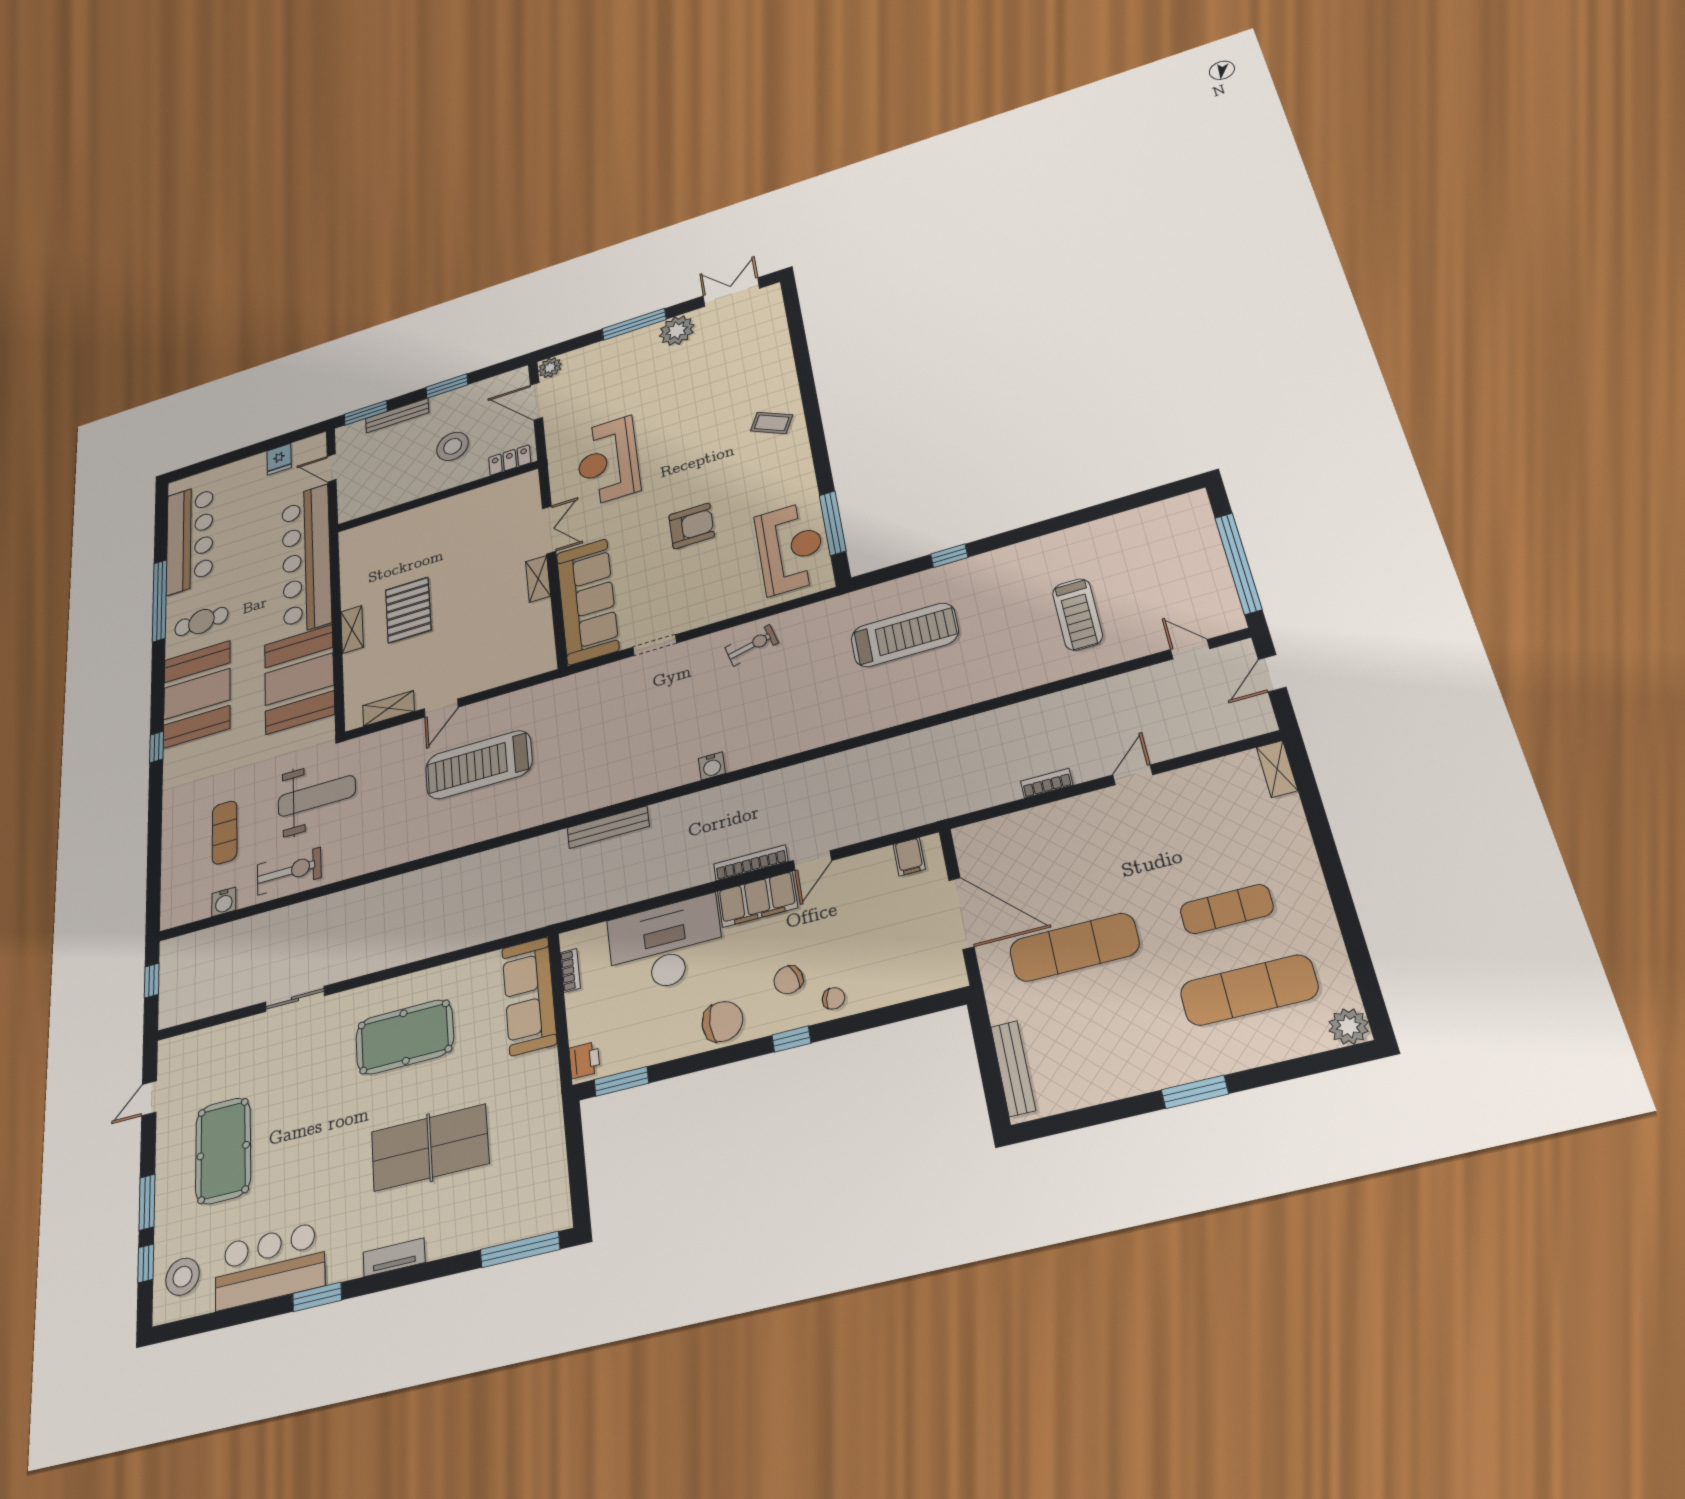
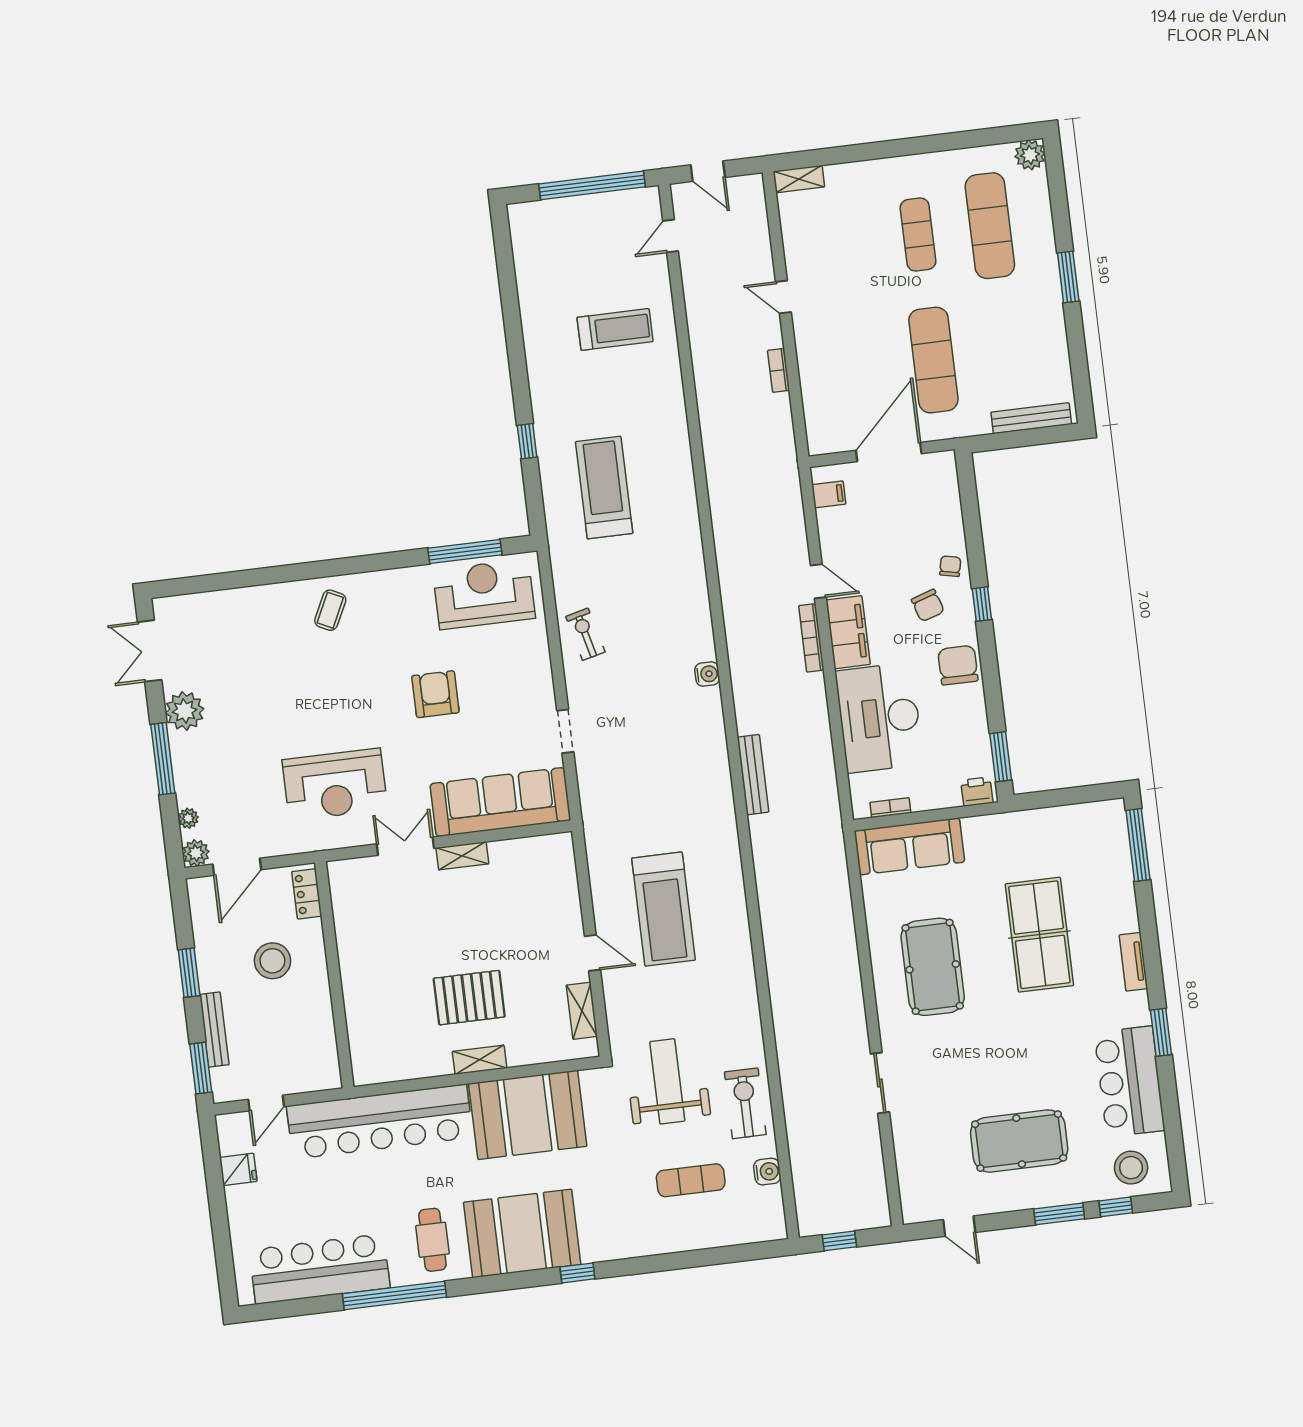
plant: (581, 355) -> (188, 818), added

